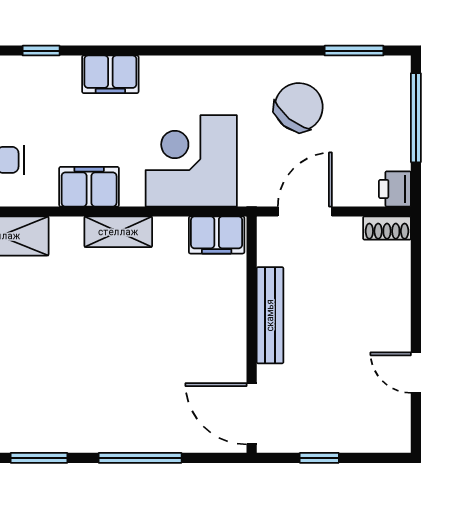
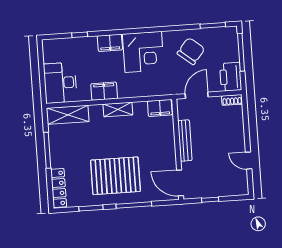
corner desk: (191, 161) -> (143, 52), moved, turned 180
printer: (395, 189) -> (231, 77), width x1.87, depth x1.48
pallet: (102, 386) -> (115, 176), added

